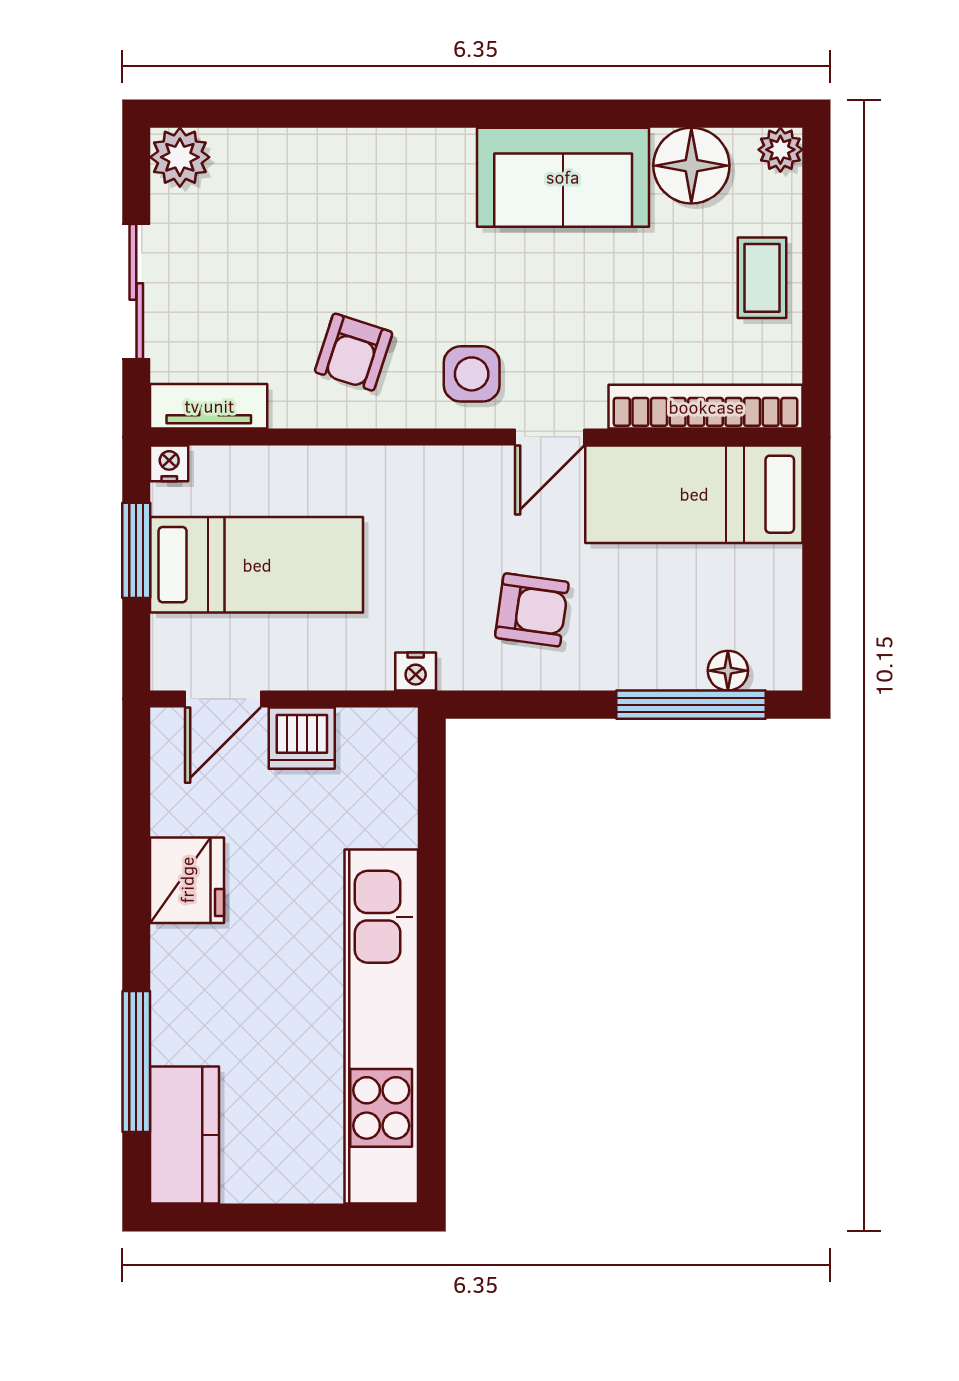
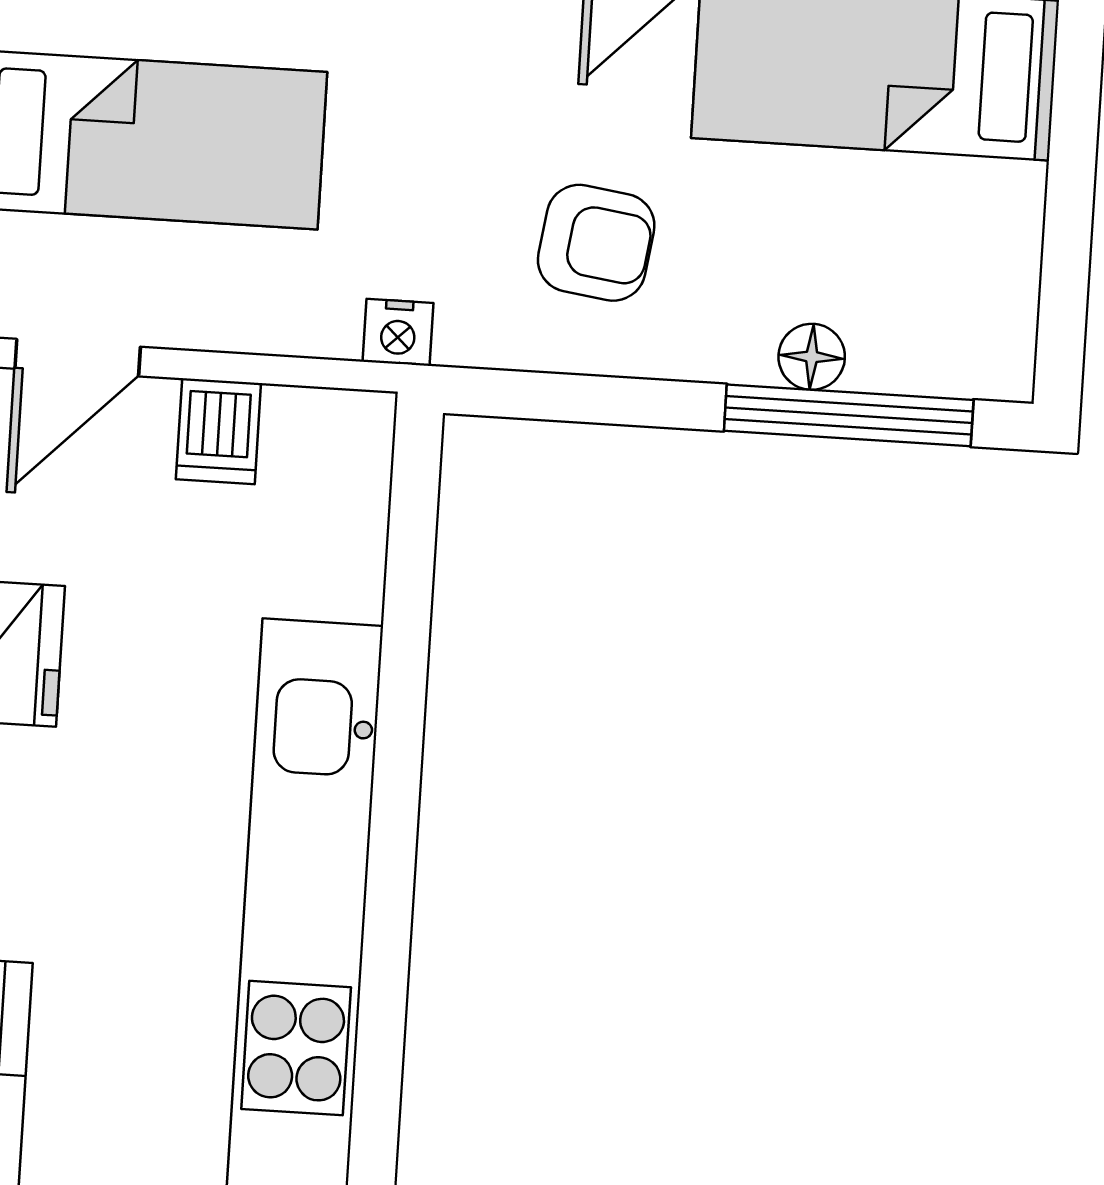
floor lamp: (728, 671) -> (812, 357), moved
dishwasher: (302, 738) -> (218, 431), width x0.73

